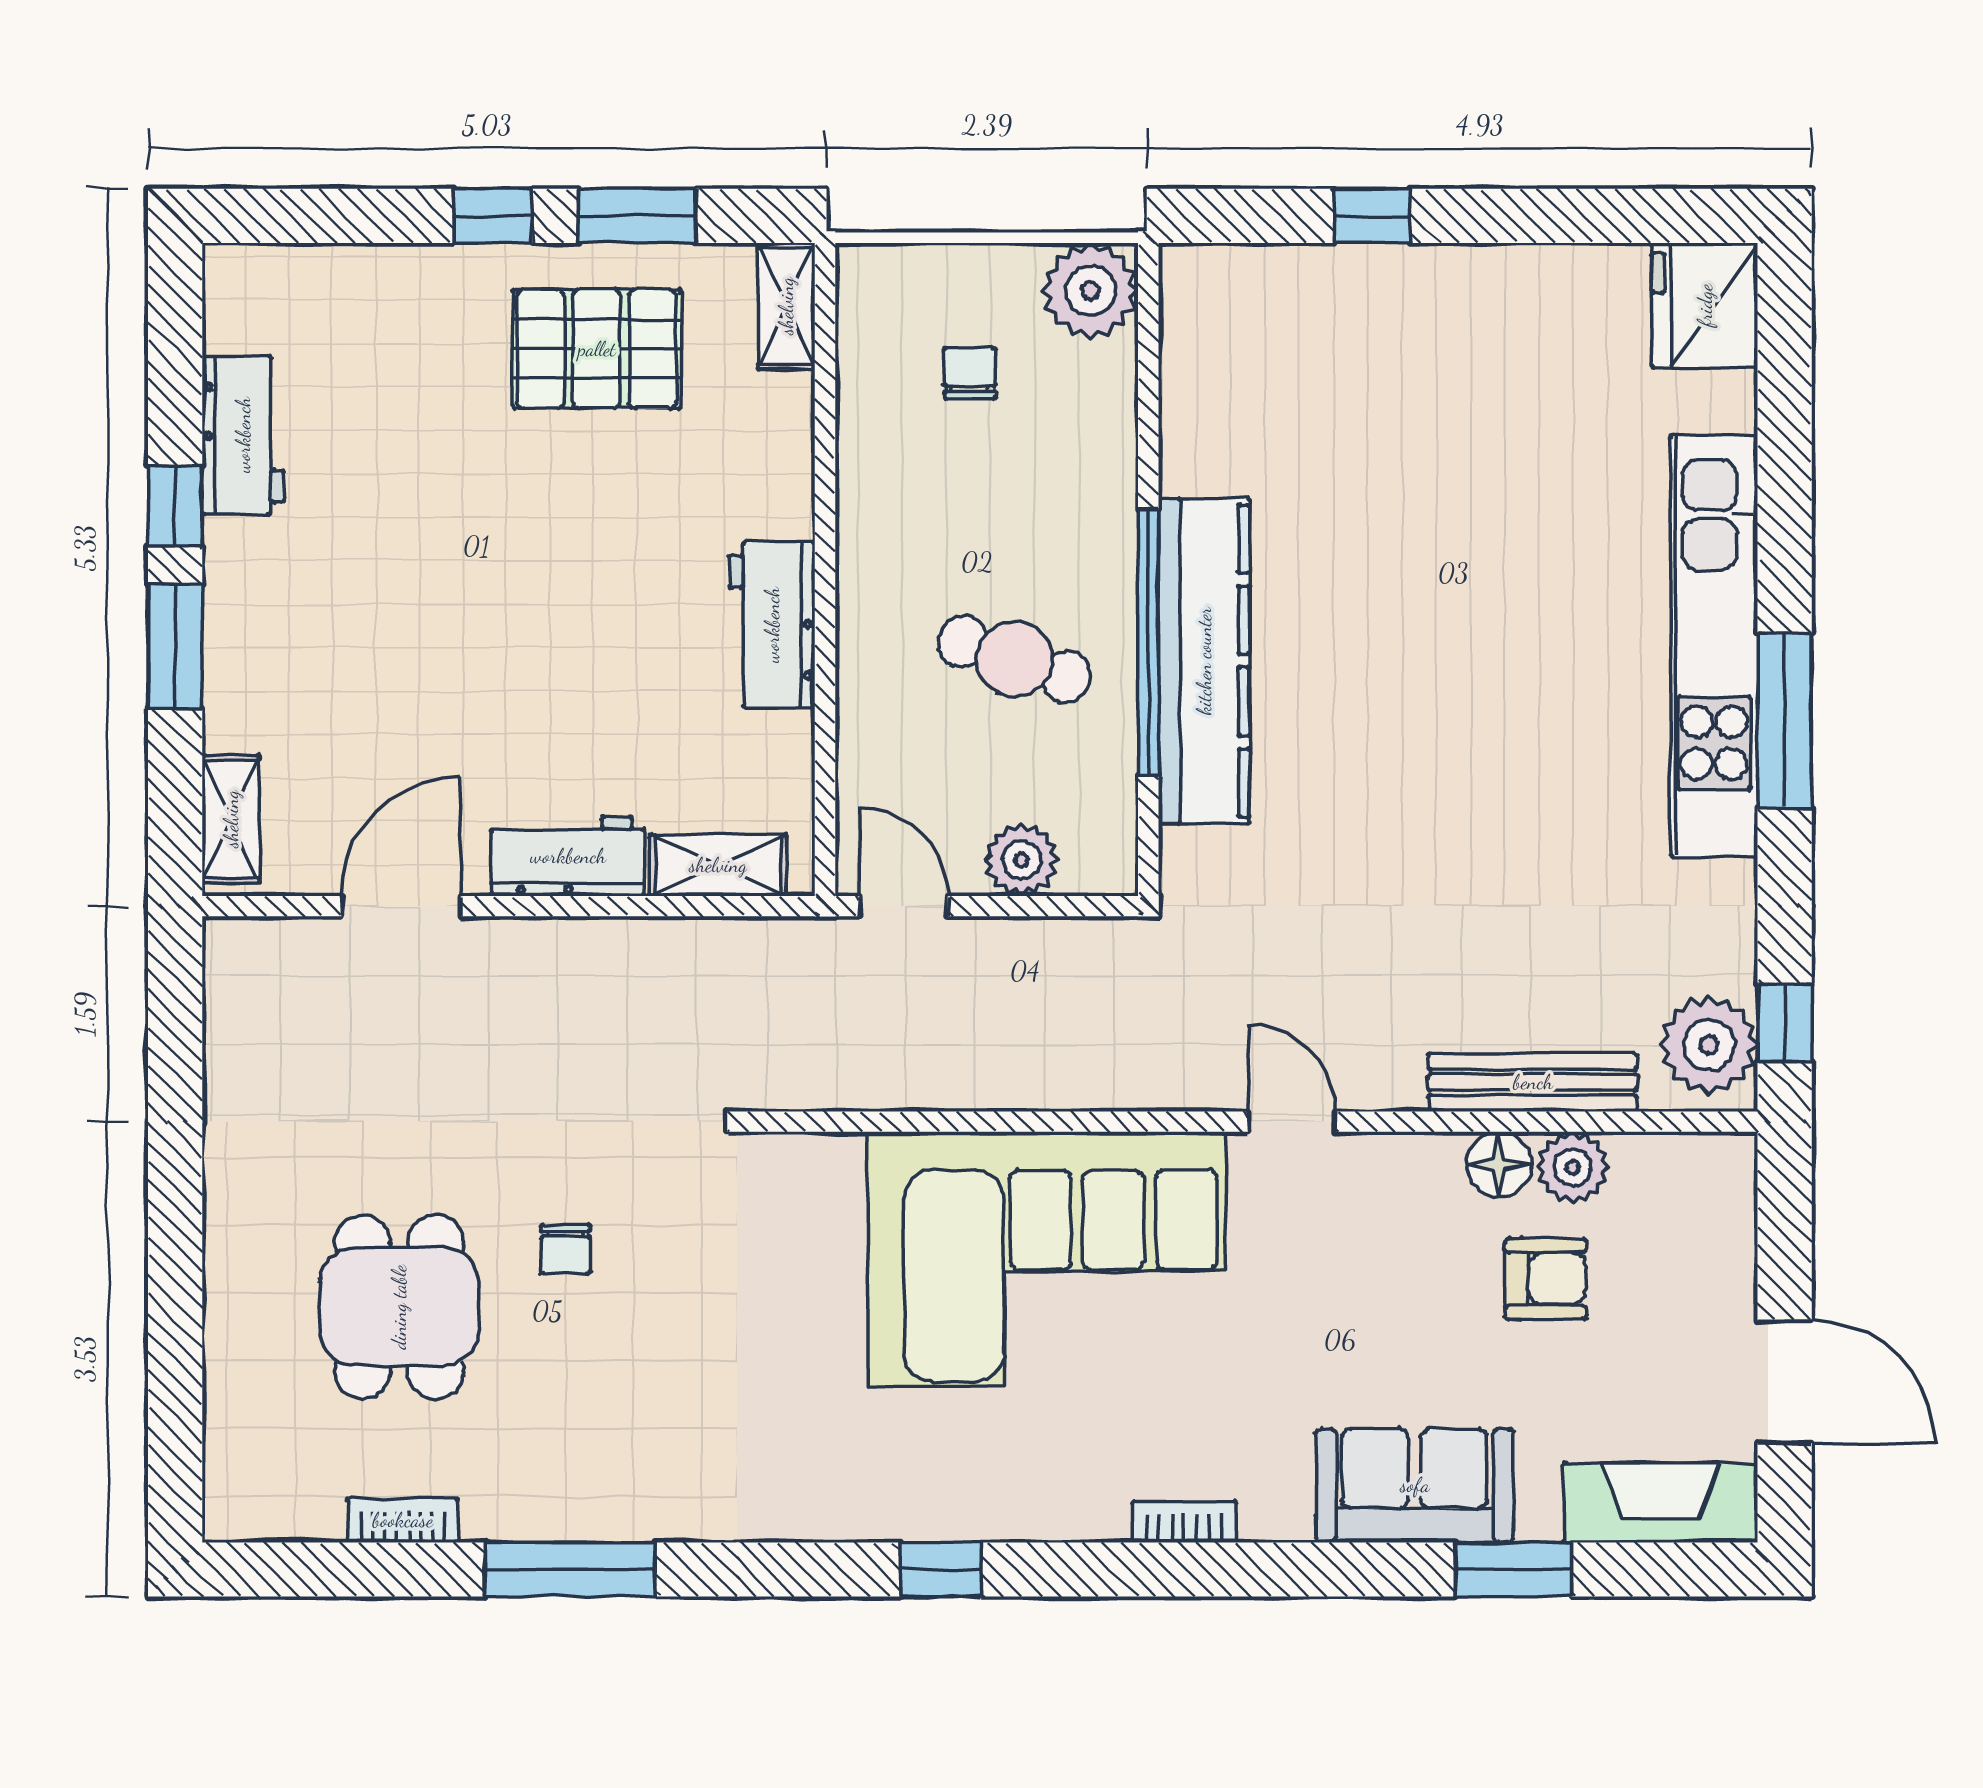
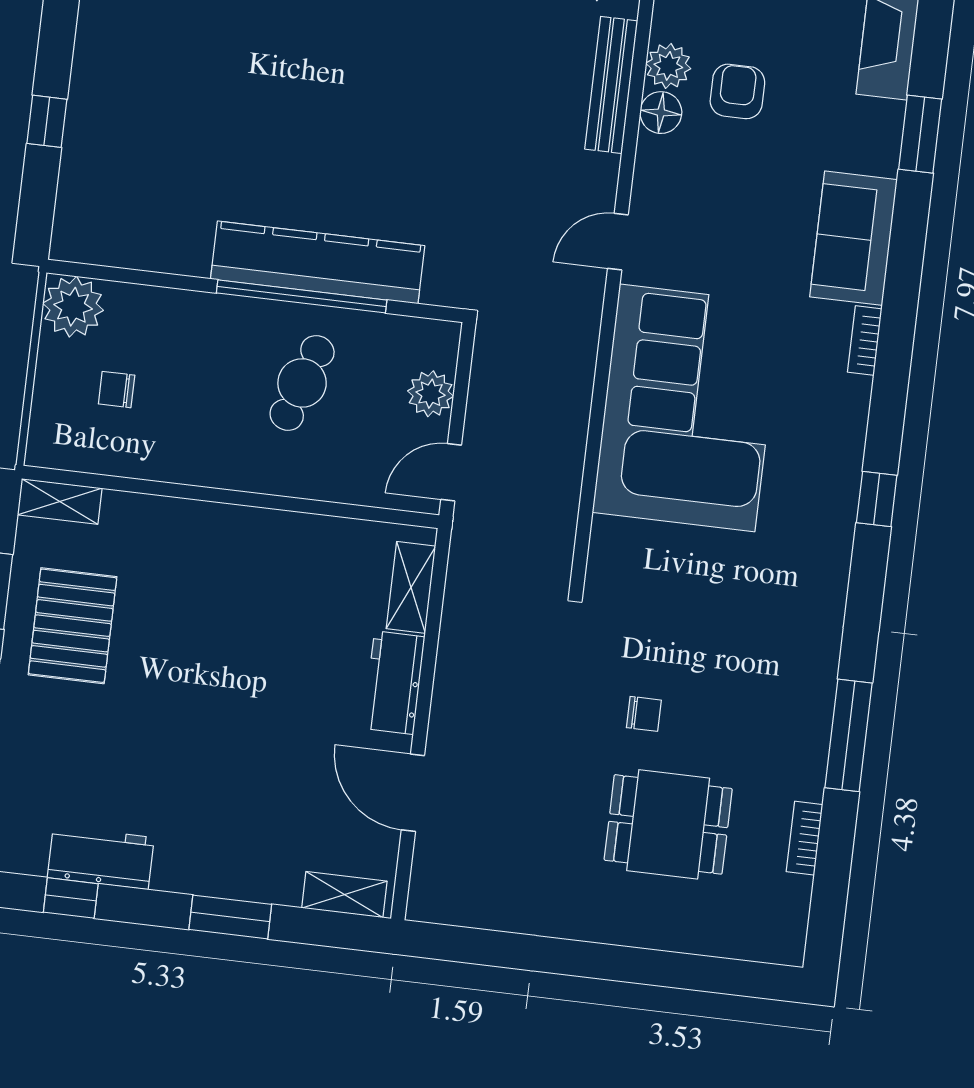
window: (175, 506) -> (71, 898), moved
workbench: (772, 625) -> (262, 535), removed
sofa: (1415, 1485) -> (853, 238), moved

